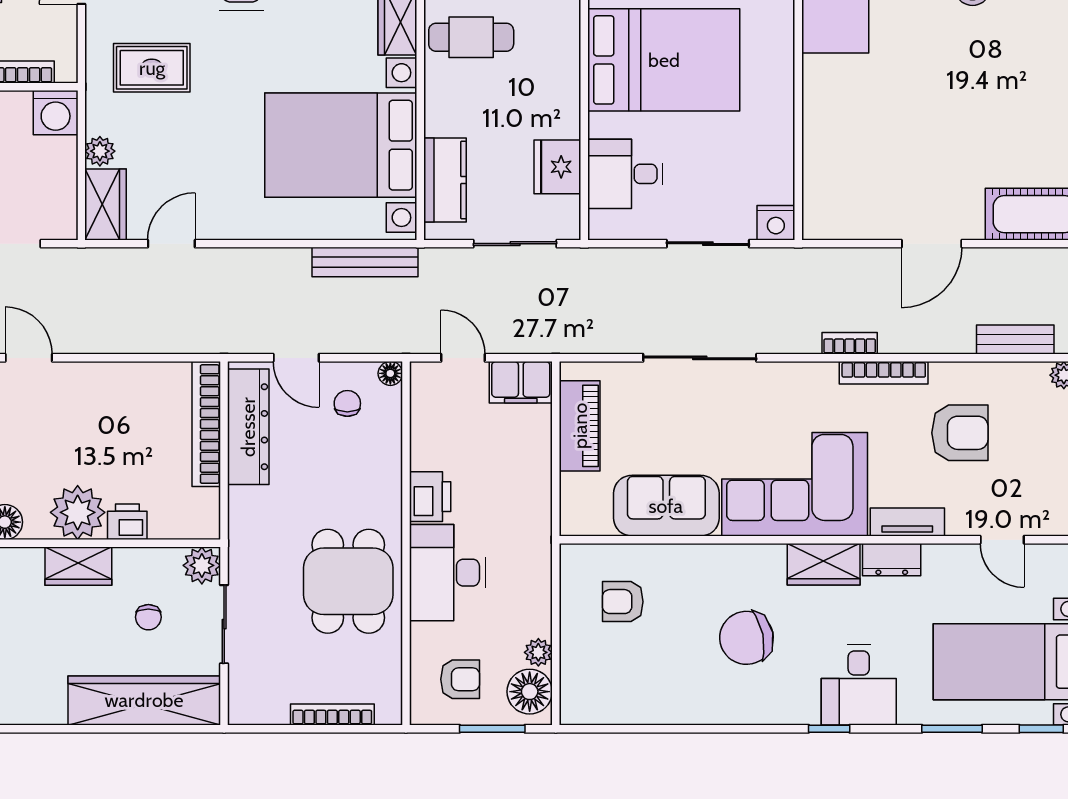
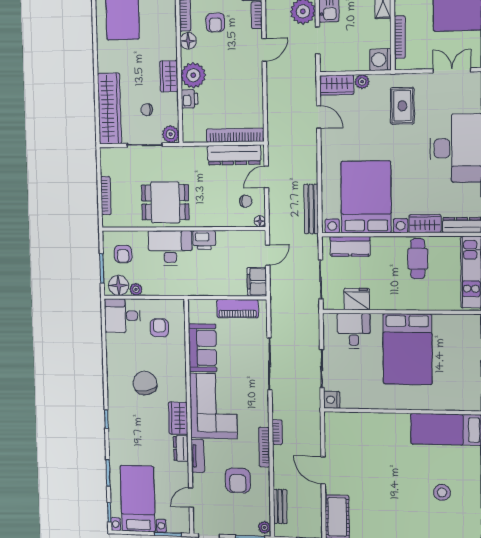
desk: (859, 685) -> (122, 316), moved

